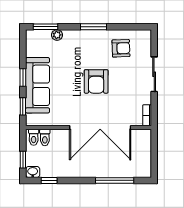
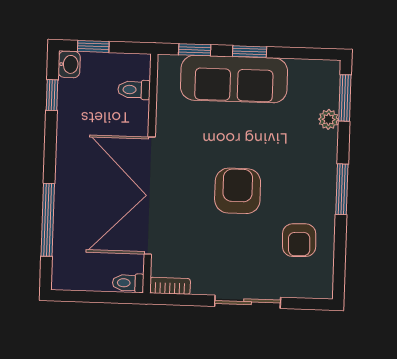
armchair: (96, 81) -> (238, 191), turned 90
toilet: (34, 137) -> (128, 283), moved

